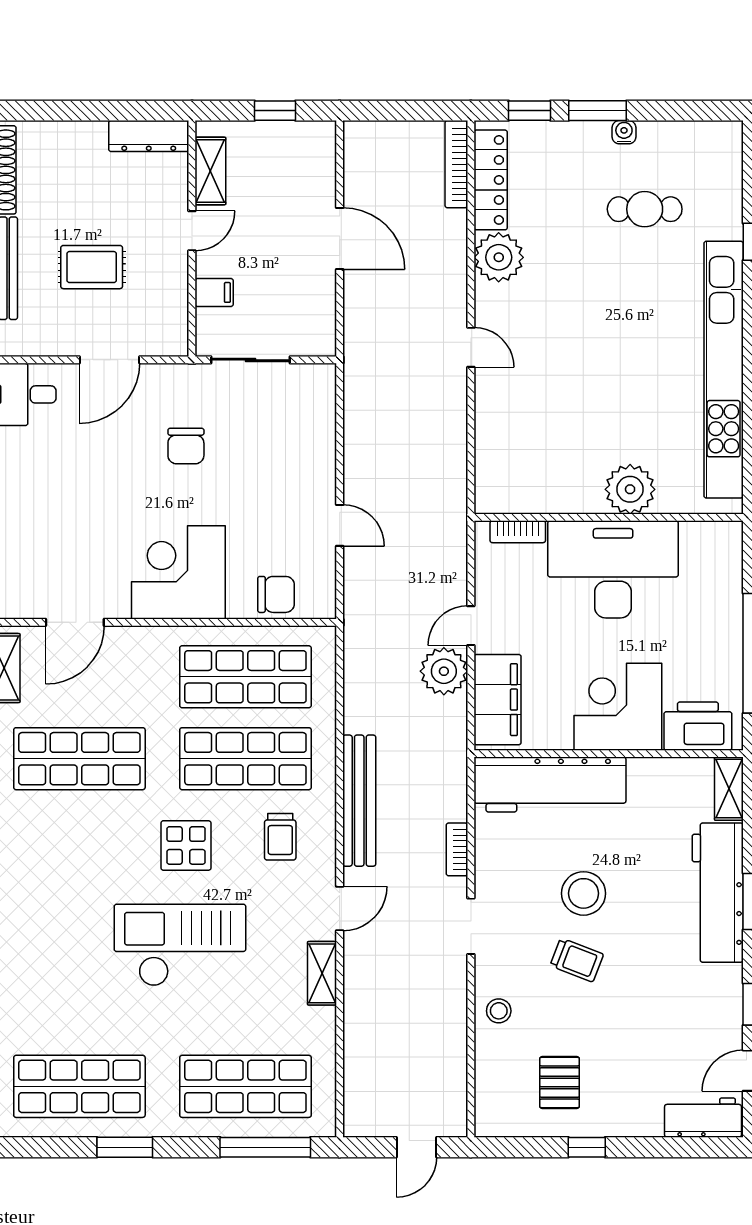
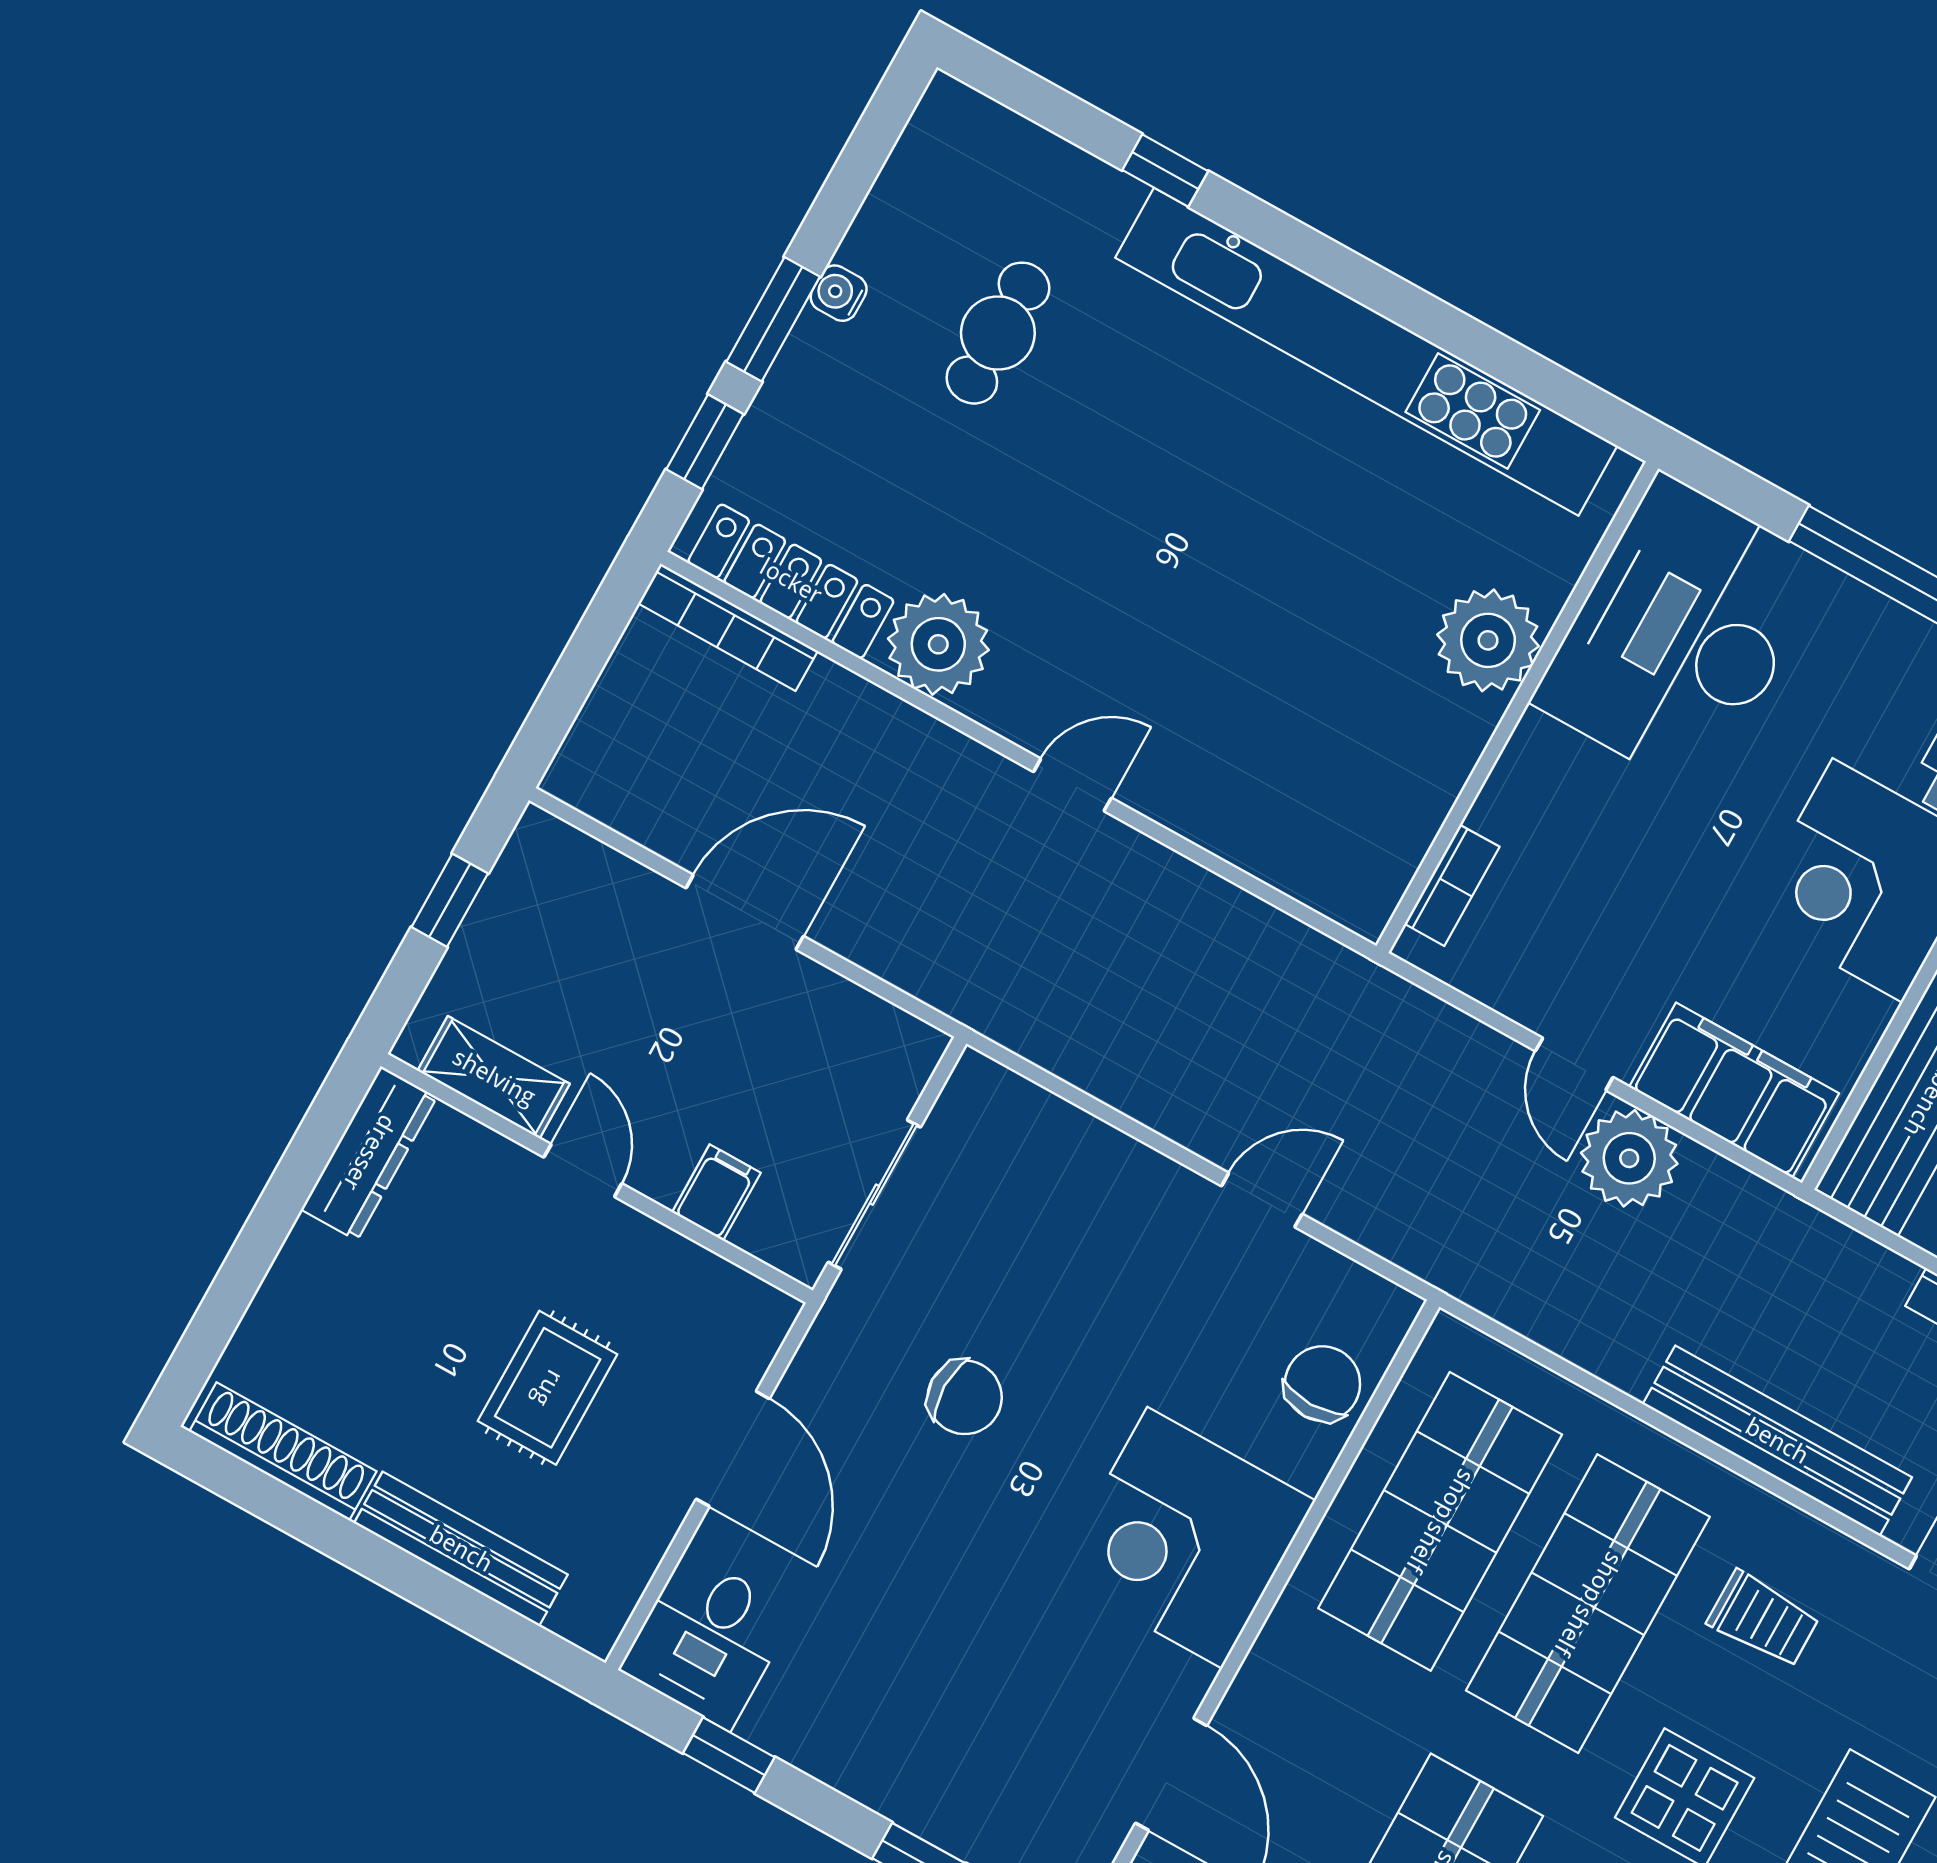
desk: (613, 569) -> (1681, 634), moved

